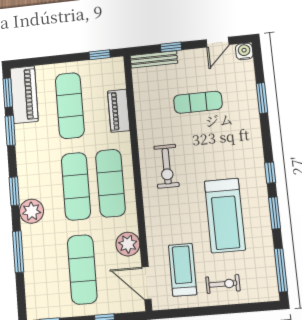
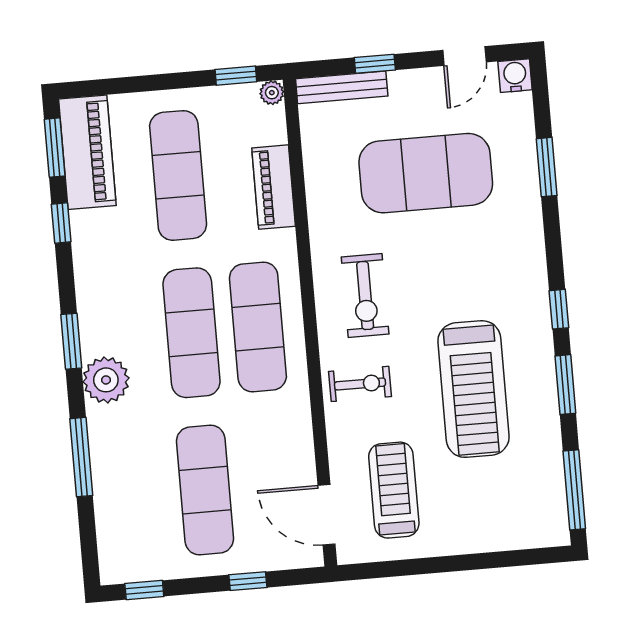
exercise mat: (198, 102) -> (426, 173), width x2.00, depth x1.45
window: (10, 131) -> (61, 223), width x0.67
plant: (128, 244) -> (272, 93), moved, width x0.53, depth x0.53
exercise bike: (223, 284) -> (360, 384), moved

